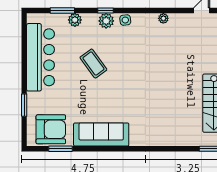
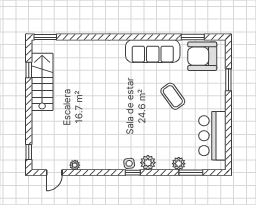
window: (106, 11) -> (133, 173), moved
plant: (163, 18) -> (75, 165), moved
bar counter: (41, 57) -> (212, 136), width x0.73
coffee table: (93, 64) -> (173, 96), moved

